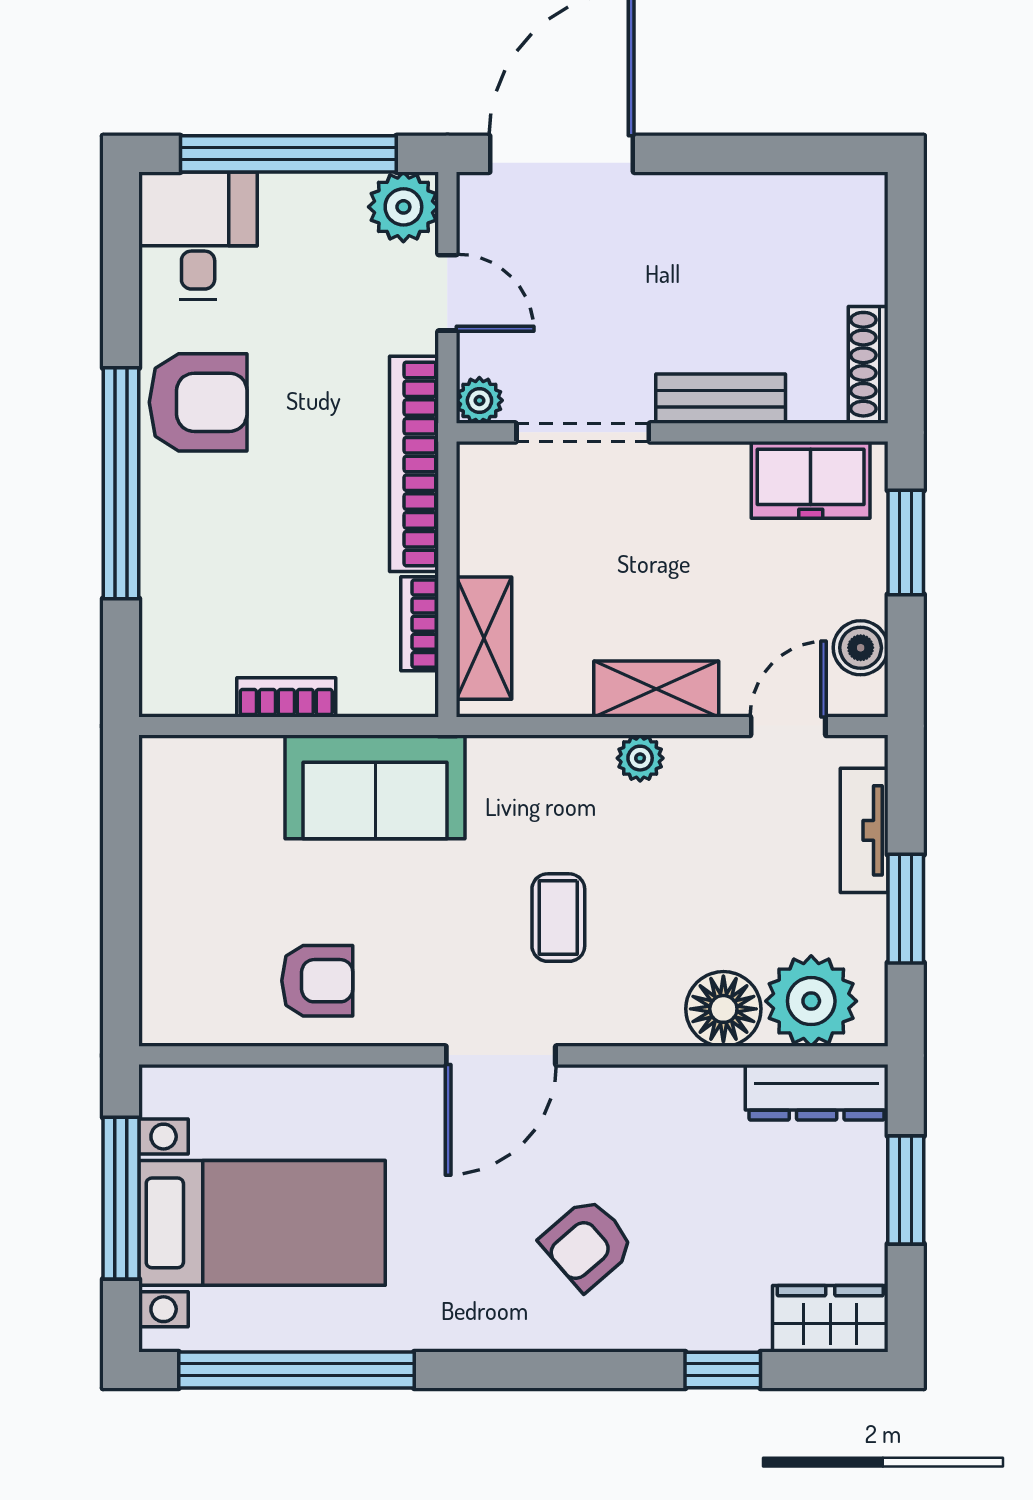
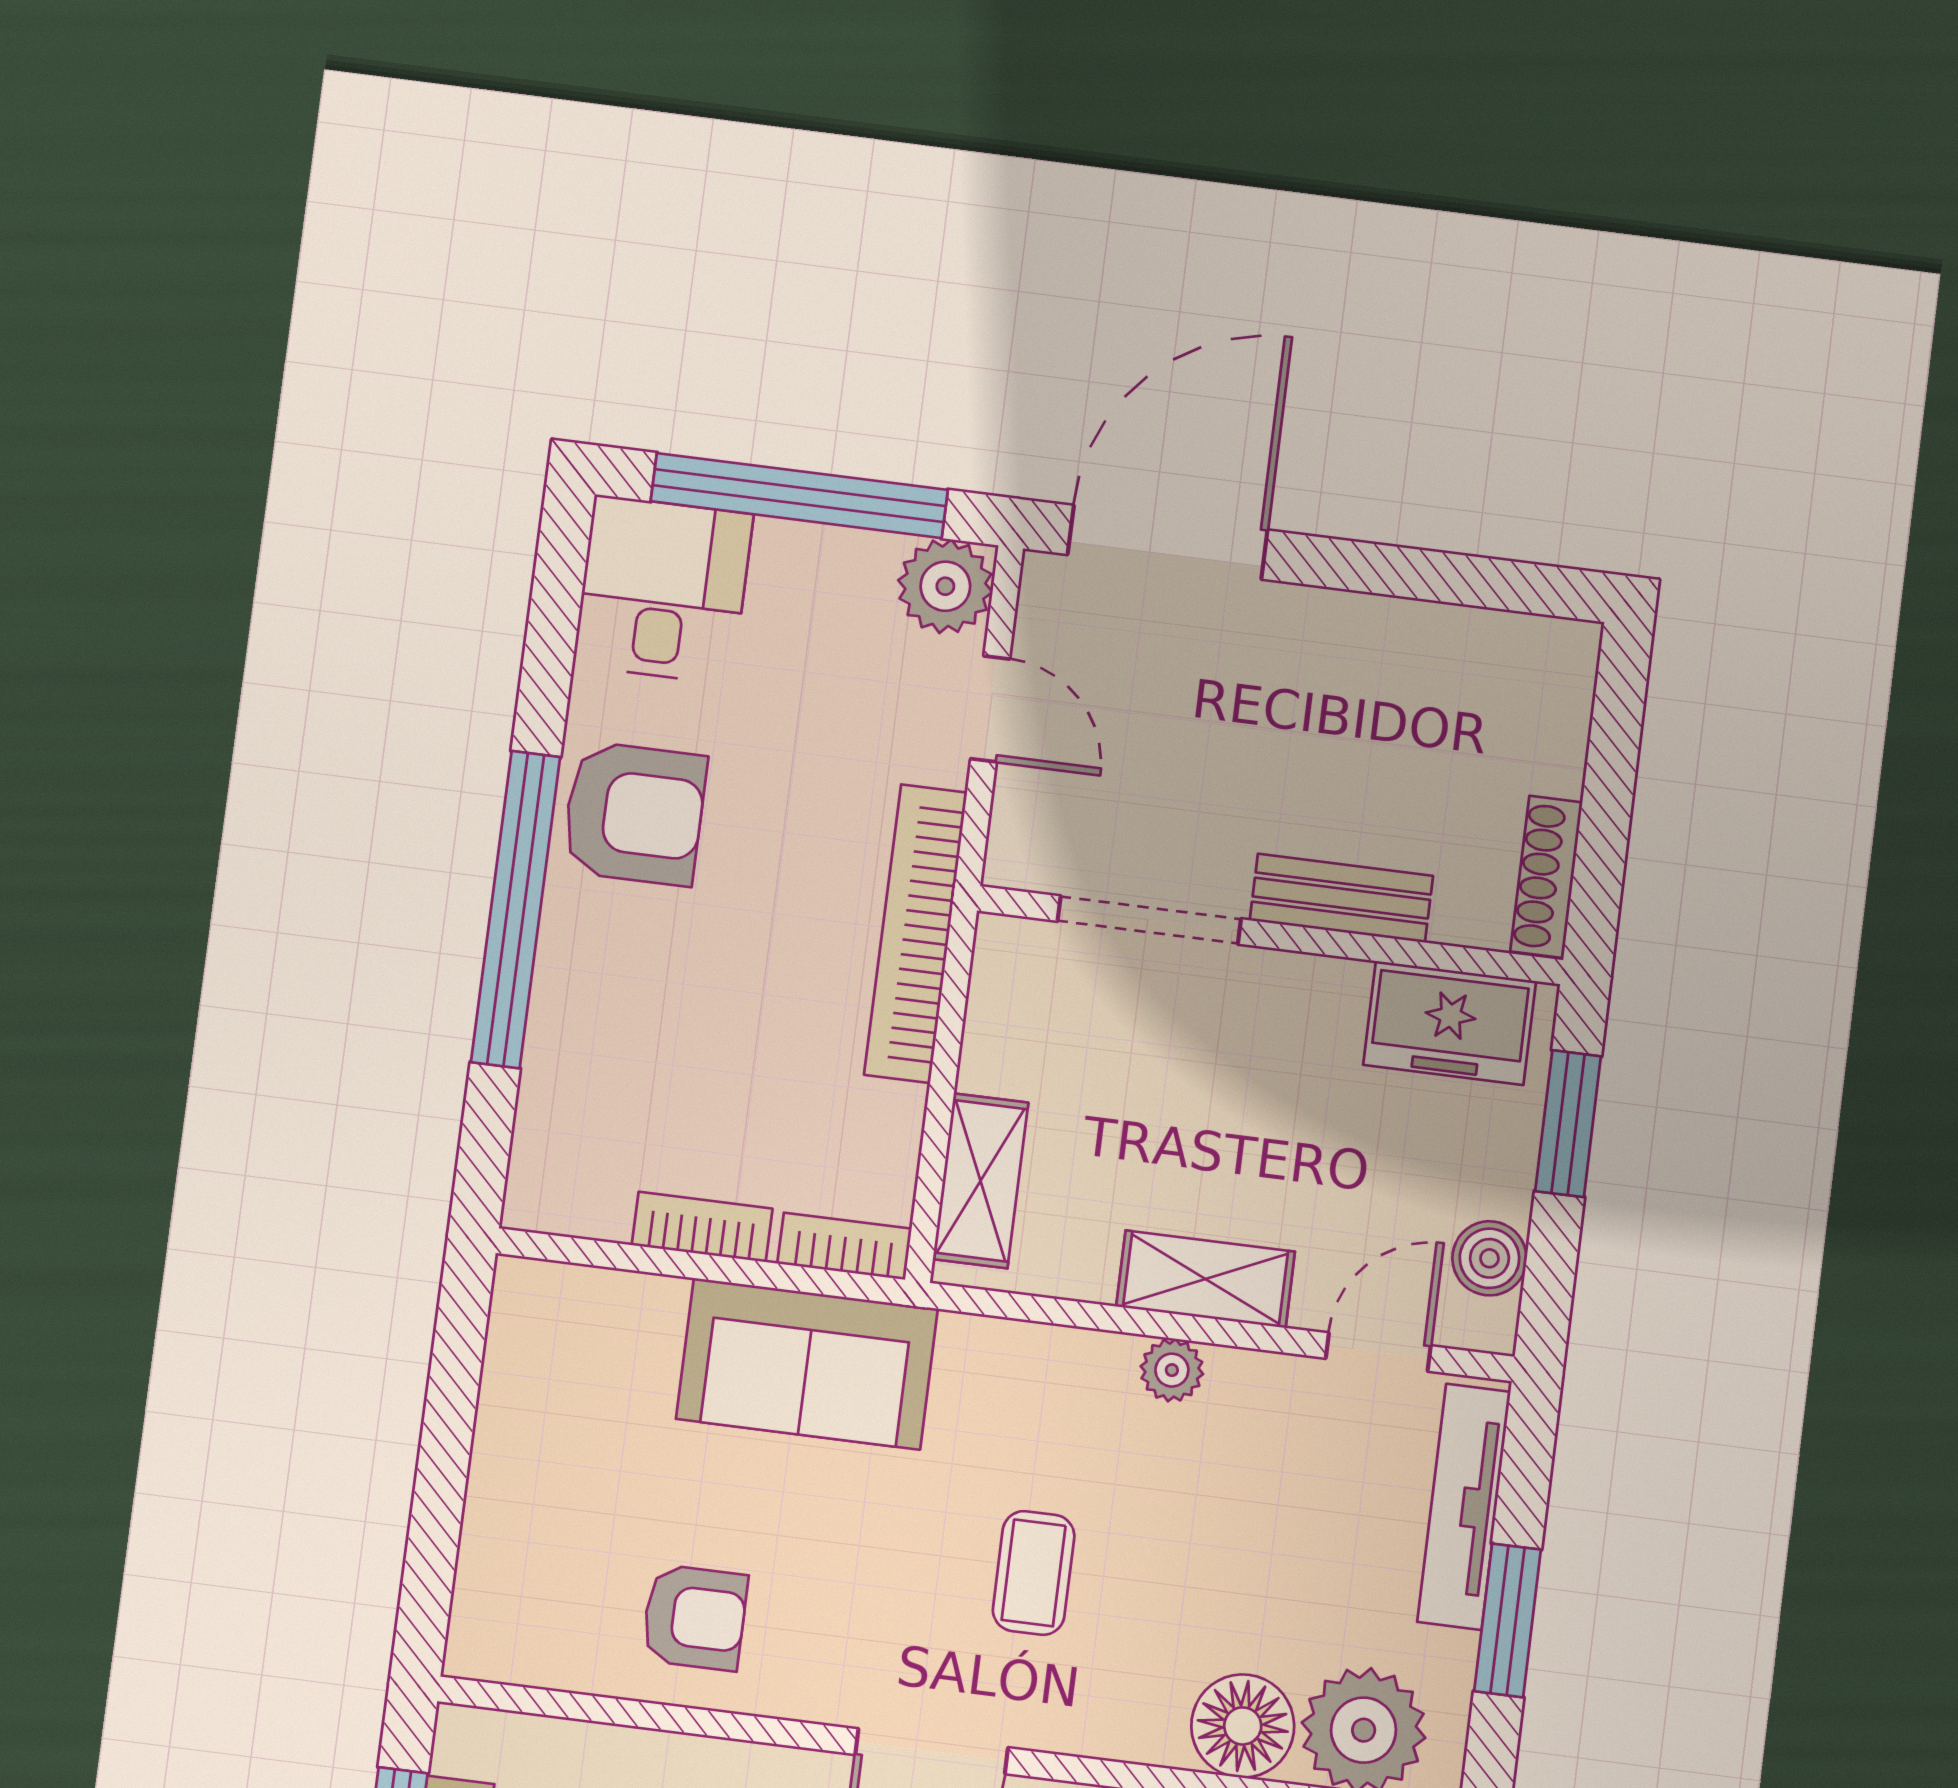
plant: (479, 400) -> (1015, 859), removed
bookcase: (420, 624) -> (845, 1246), moved, turned 90
tv unit: (864, 830) -> (1464, 1507), width x1.41

